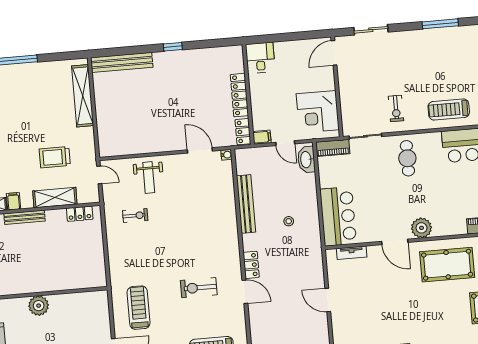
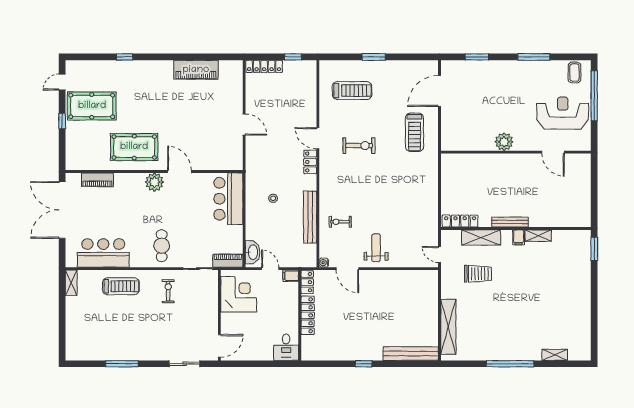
weight bench: (149, 177) -> (376, 248), moved
locker: (80, 214) -> (460, 221), width x1.53
exercise bike: (135, 216) -> (340, 222), moved
tv unit: (352, 253) -> (219, 165), removed

